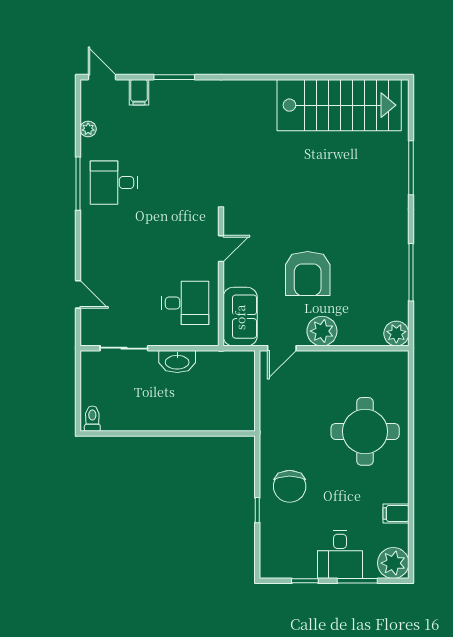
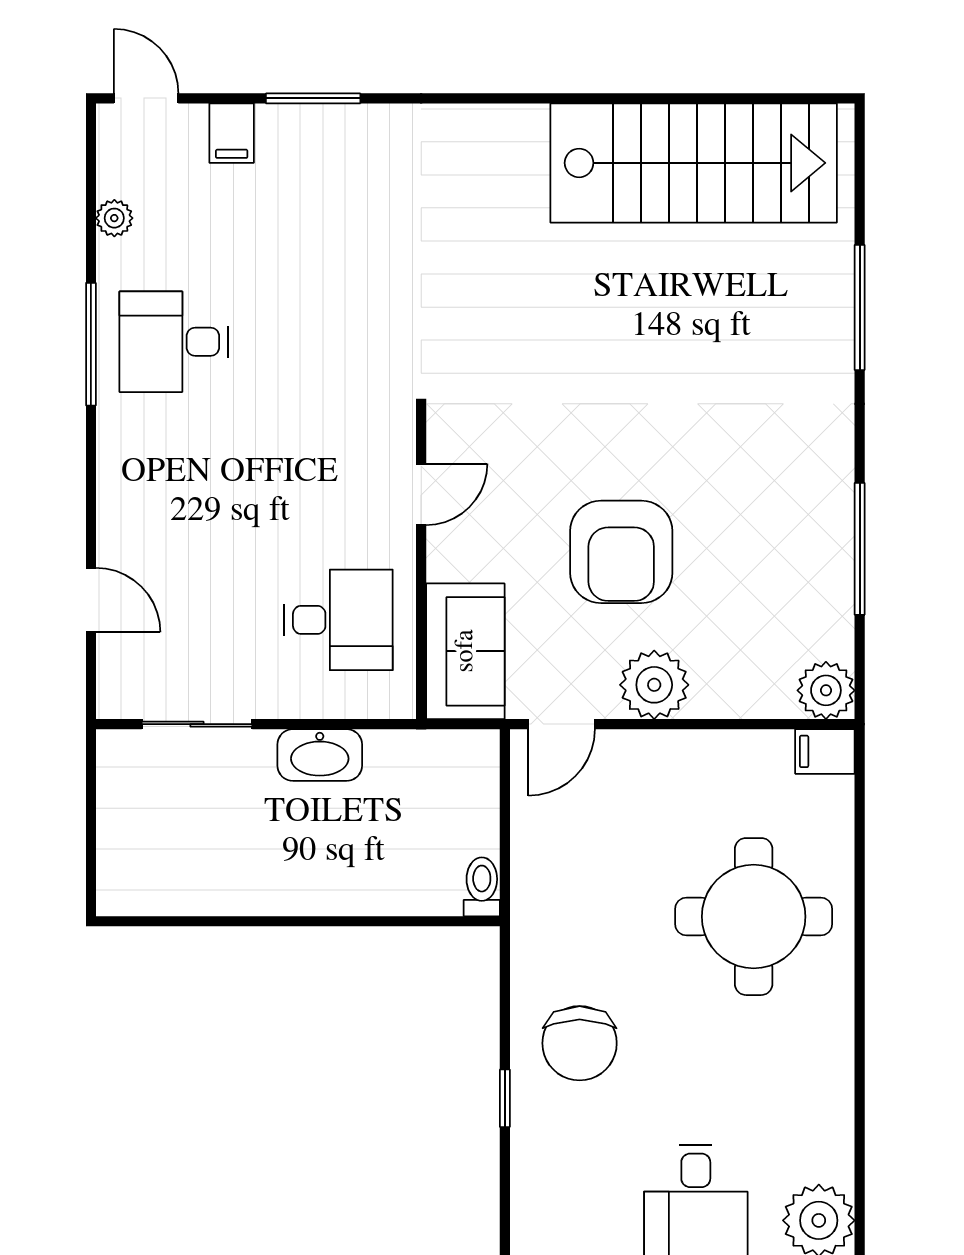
toilet: (92, 419) -> (482, 887), moved
filing cabinet: (396, 513) -> (825, 751), moved

